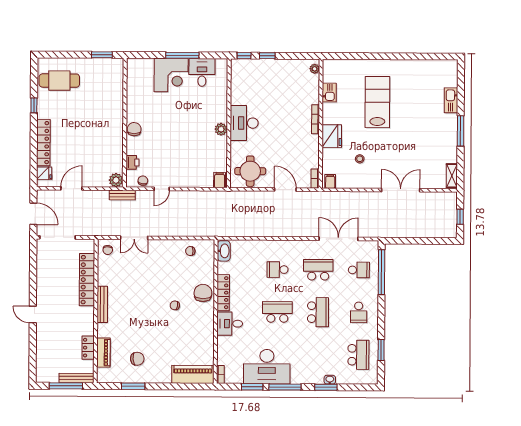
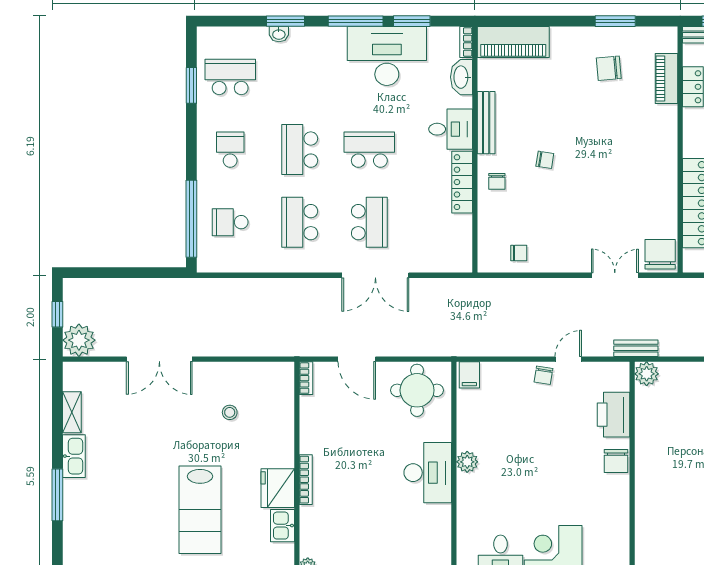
kitchen sink: (451, 100) -> (74, 456), moved
window: (461, 131) -> (57, 495), moved
fridge: (332, 136) -> (278, 488), moved
printer: (132, 162) -> (613, 415), width x1.87, depth x1.48
shelving: (452, 176) -> (72, 412), moved
chair: (143, 181) -> (543, 375), moved
filing cabinet: (330, 181) -> (280, 374), removed
plant: (448, 201) -> (79, 340), added
double door: (338, 239) -> (375, 275), moved
chair: (108, 250) -> (660, 254), width x1.87, depth x1.87
washbasin: (224, 251) -> (462, 77), moved
school desk: (278, 270) -> (369, 222), width x1.85
school desk: (318, 270) -> (300, 222), turned 90
chair: (203, 293) -> (497, 181), width x0.54, depth x0.54
bench: (102, 304) -> (486, 123), moved
school desk: (277, 312) -> (369, 150), turned 180
school desk: (358, 355) -> (230, 77), turned 90

